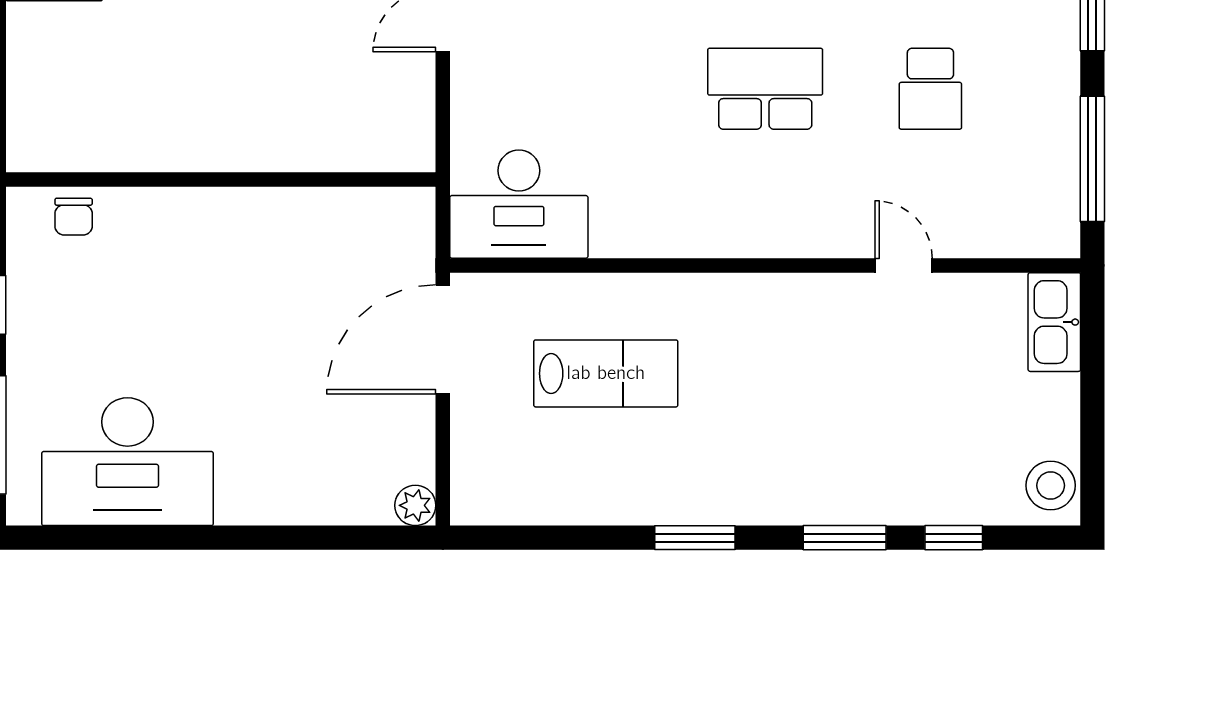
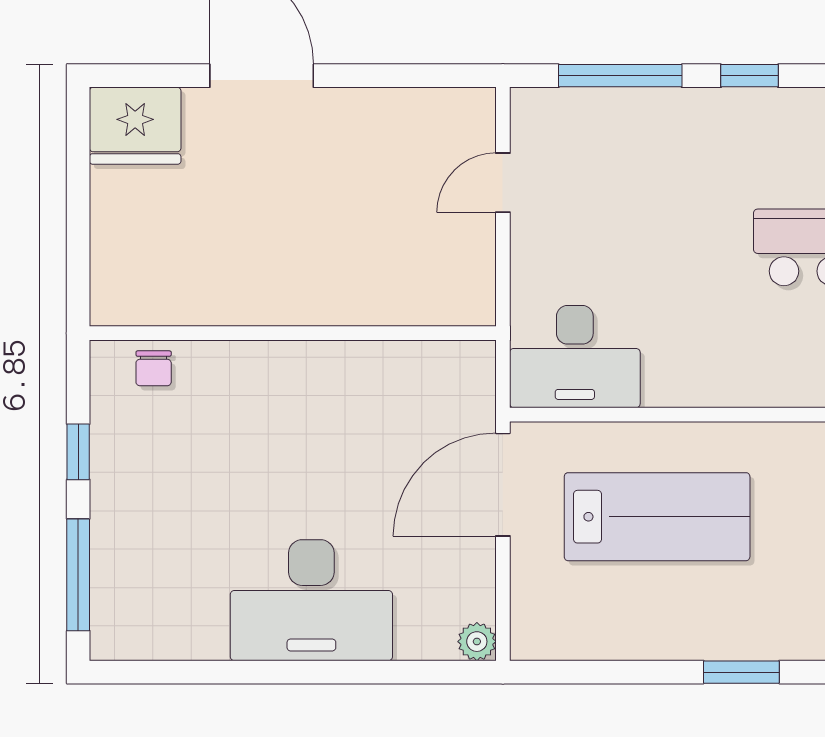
lab bench: (606, 373) -> (657, 517), width x1.36, depth x1.39
desk: (127, 462) -> (311, 600), moved

